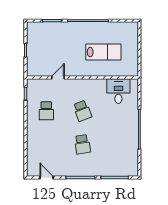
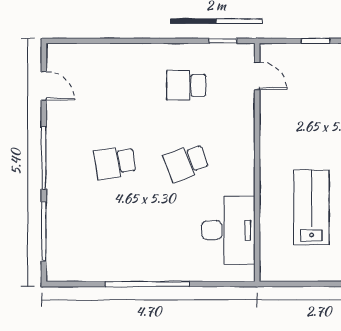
lab bench: (103, 52) -> (311, 207), turned 180
door: (58, 78) -> (257, 76), moved
desk: (118, 91) -> (228, 230), width x1.37
door: (47, 178) -> (44, 86), hinge flipped

